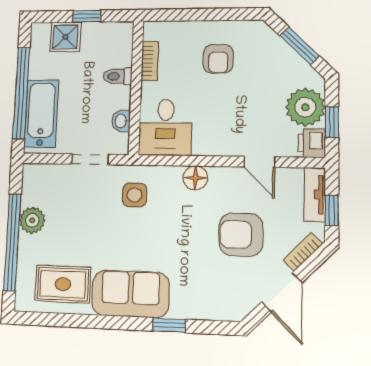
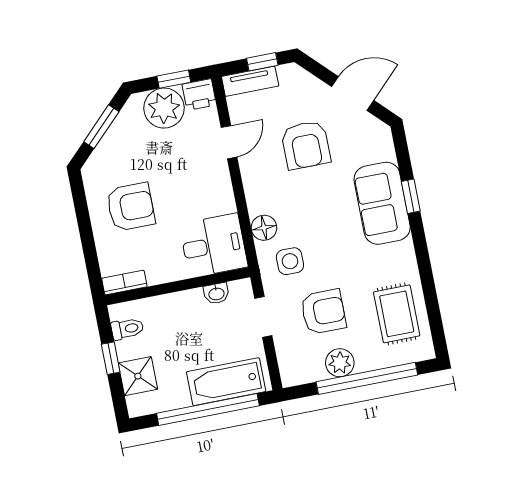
armchair: (218, 59) -> (131, 207), width x1.38, depth x1.38
bookcase: (150, 61) -> (124, 283), moved
toilet: (118, 76) -> (127, 329), moved, turned -90
floor lamp: (195, 178) -> (264, 228), moved
armchair: (81, 216) -> (323, 312), added
bookcase: (303, 252) -> (309, 81), removed
sofa: (130, 294) -> (382, 203), moved

